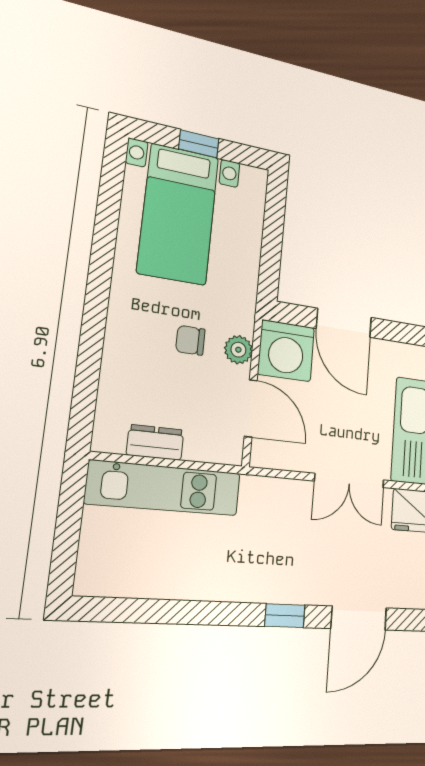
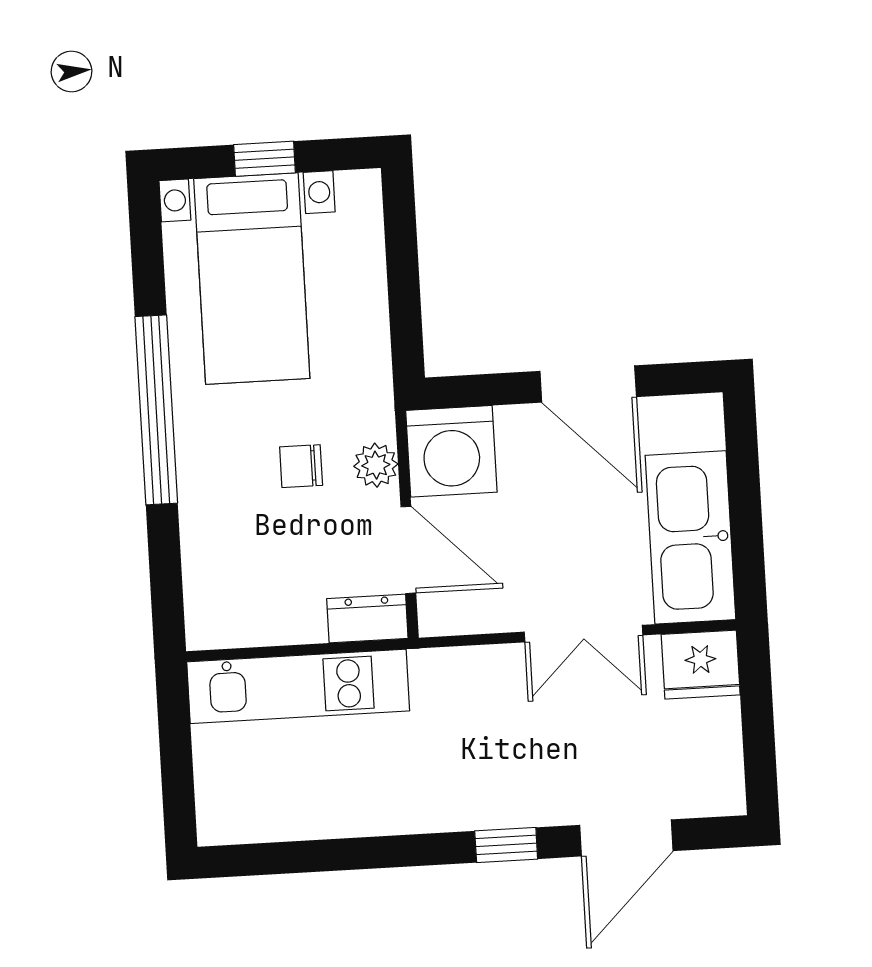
window: (99, 282) -> (156, 410), added
door: (344, 323) -> (588, 384), moved
dresser: (155, 442) -> (367, 618), moved

